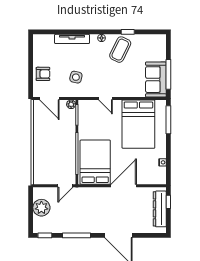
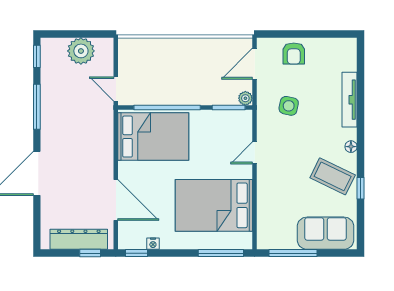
sofa: (156, 80) -> (325, 233), moved
window: (168, 173) -> (136, 253), added
door: (124, 186) -> (116, 200), moved

